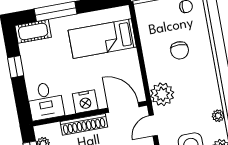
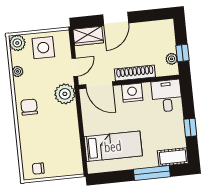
chair: (180, 50) -> (29, 107), moved

